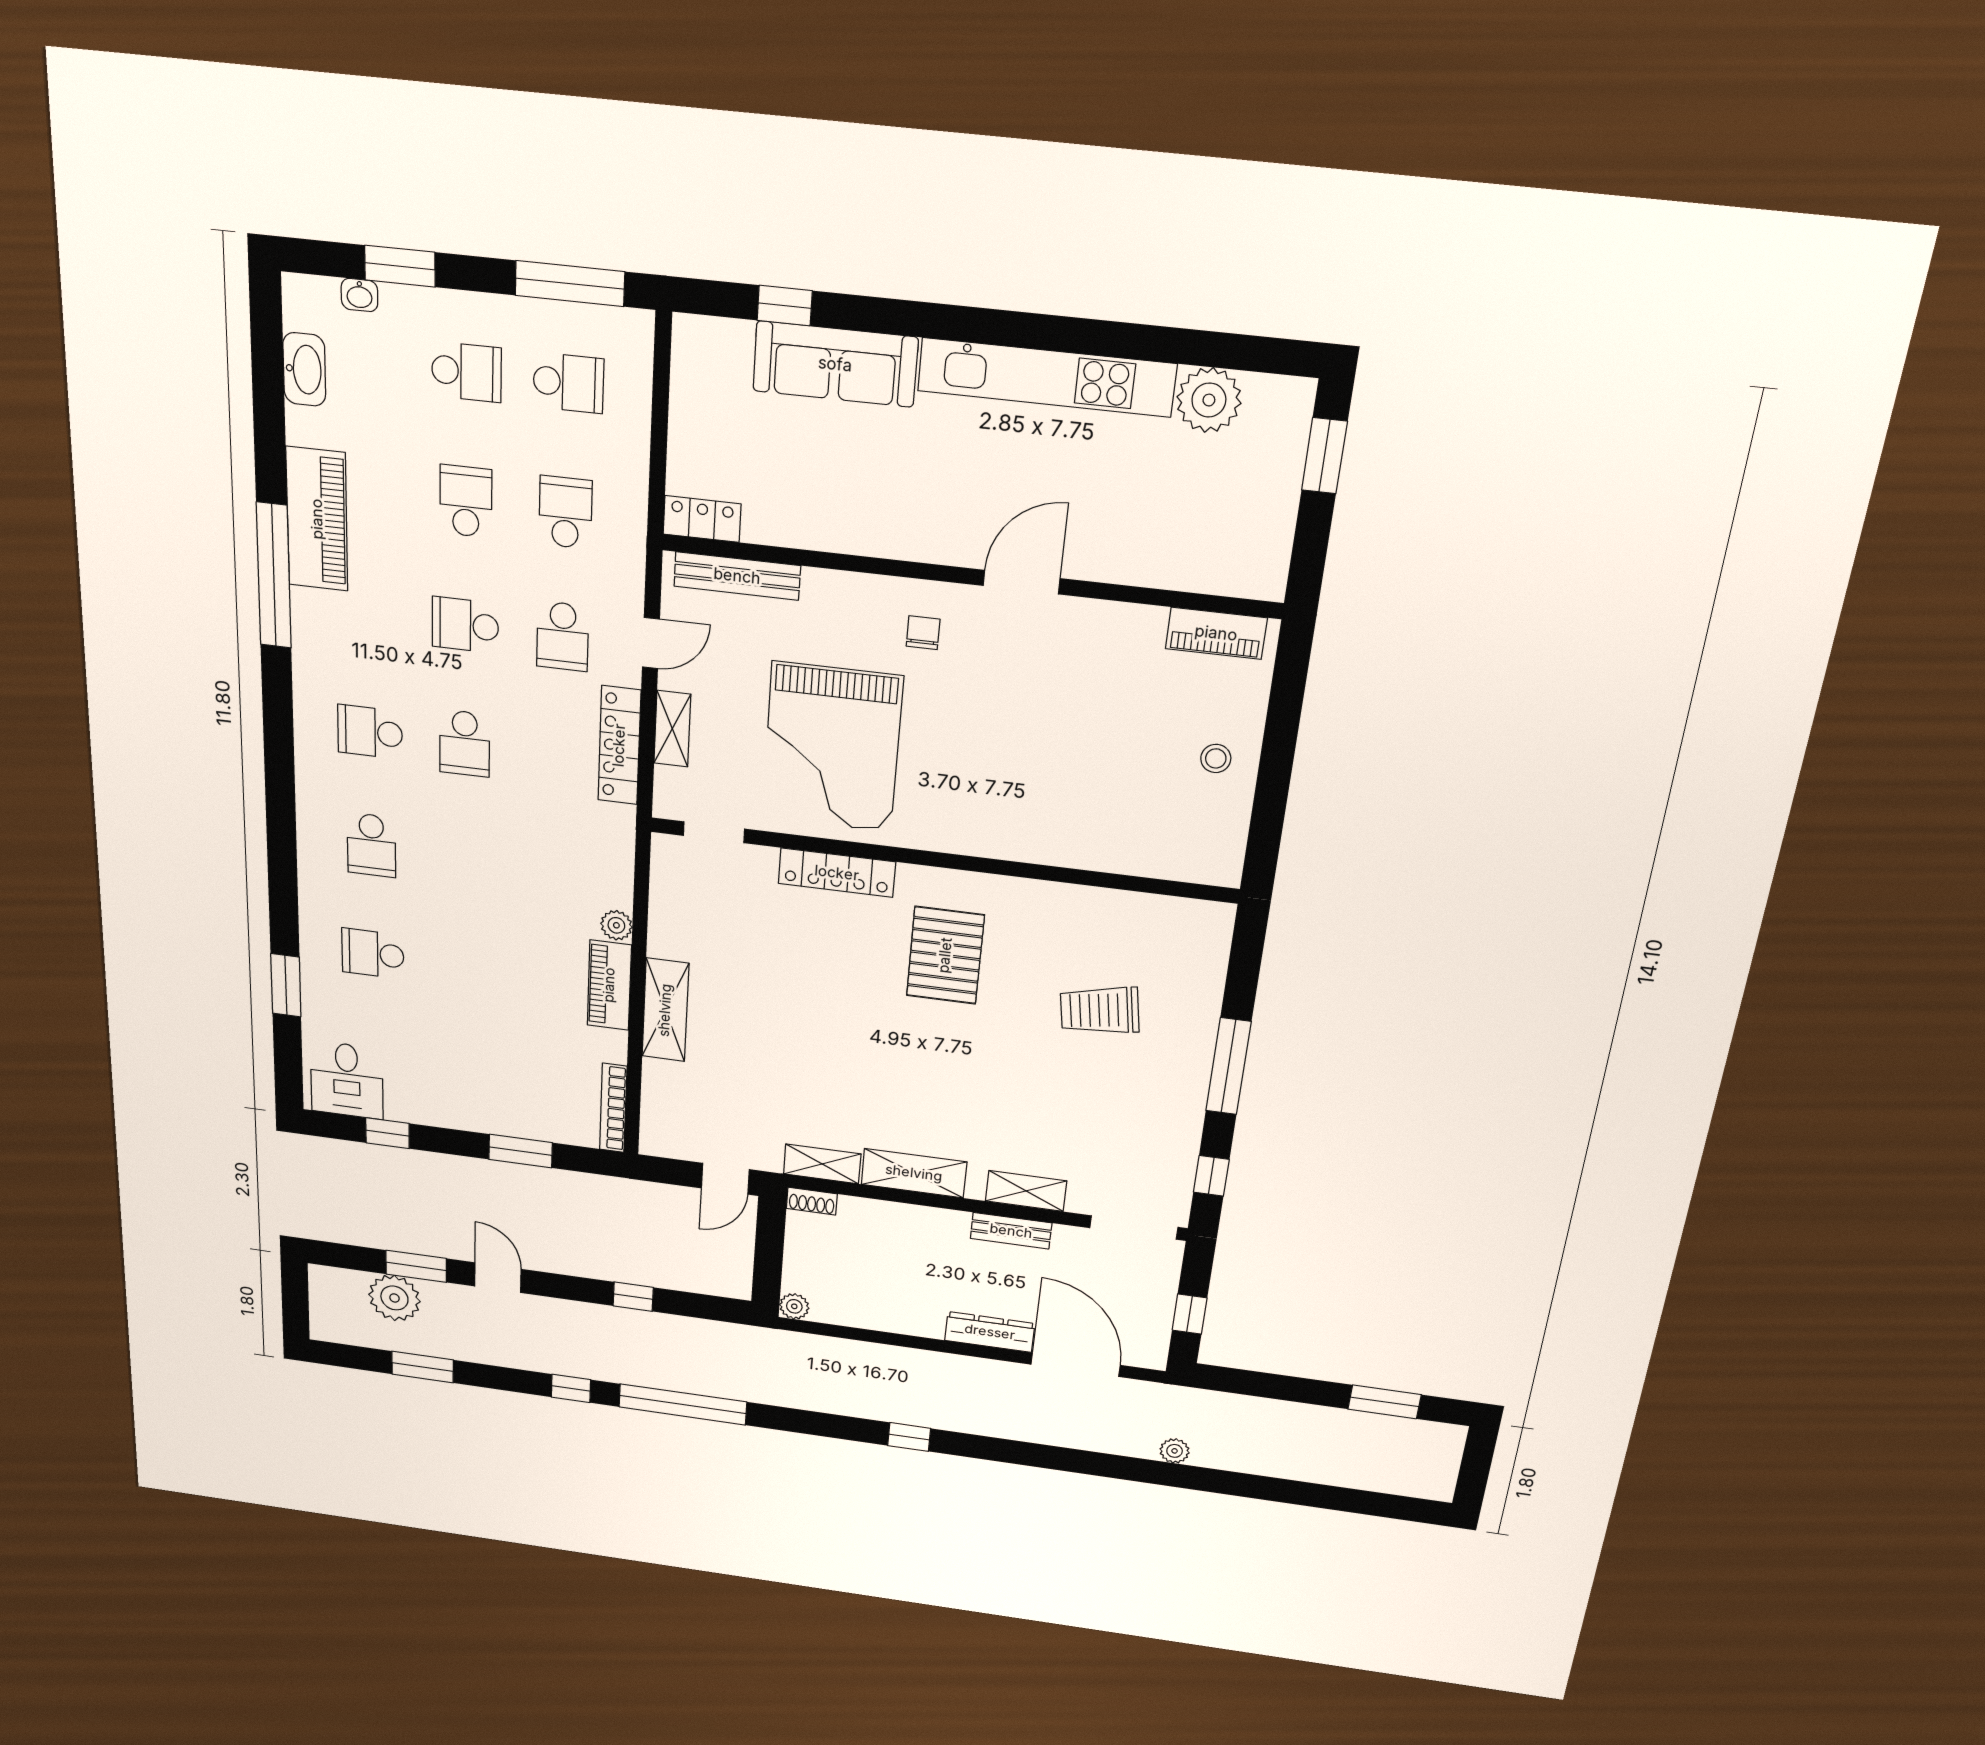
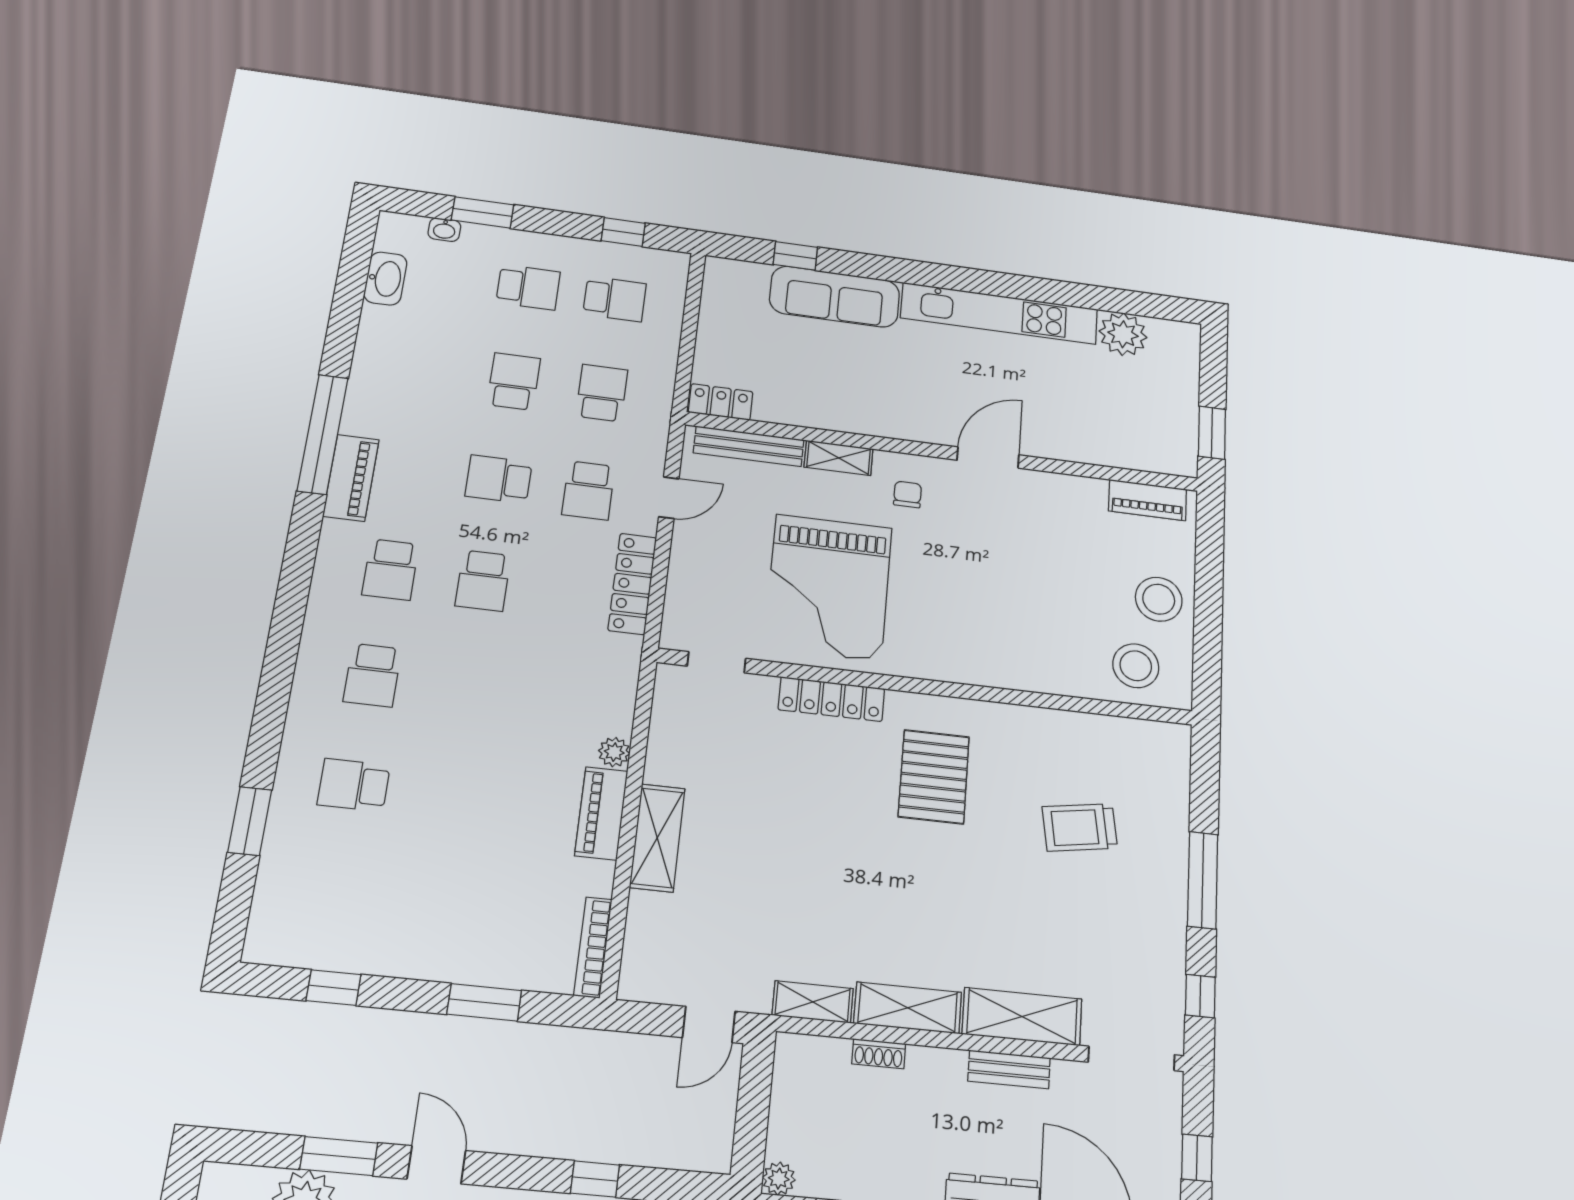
window: (570, 284) -> (623, 232), width x0.46
window: (1324, 456) -> (1212, 433), moved
piano: (317, 519) -> (351, 478), moved, width x0.73, depth x0.75
shelving: (672, 729) -> (839, 458), moved, turned 90
school desk: (370, 732) -> (391, 570), turned -90
stool: (1216, 758) -> (1159, 599), width x1.89, depth x1.89
stool: (1180, 837) -> (1136, 666), added
desk: (347, 1080) -> (298, 926), removed
shelving: (1026, 1191) -> (1022, 1017), width x1.50, depth x1.33
shoe rack: (812, 1201) -> (879, 1054), moved

